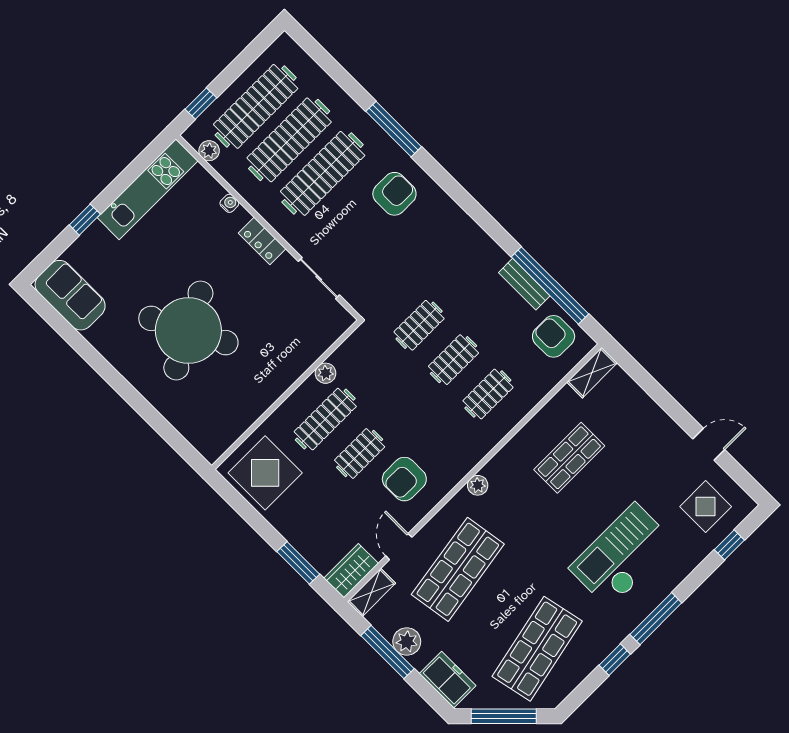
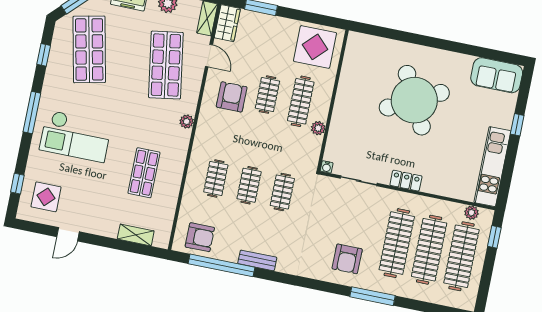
water cooler: (229, 203) -> (327, 167), moved
bench: (524, 284) -> (257, 260), moved
shelving: (592, 373) -> (136, 235), moved, turned 90
checkout: (622, 556) -> (76, 136), turned 90
window: (615, 660) -> (44, 55), moved

